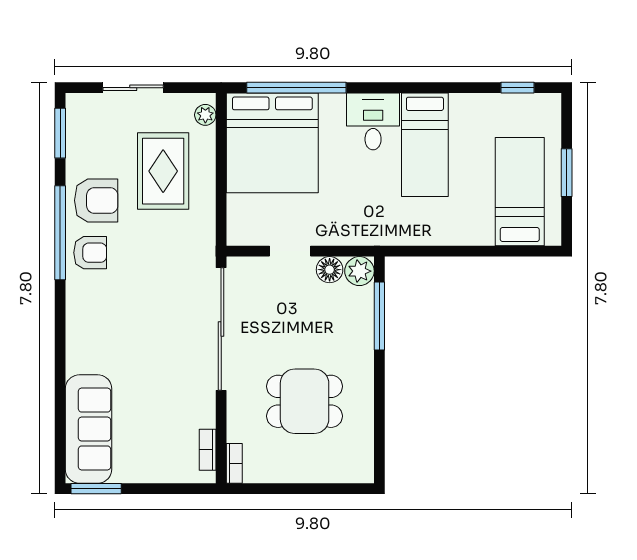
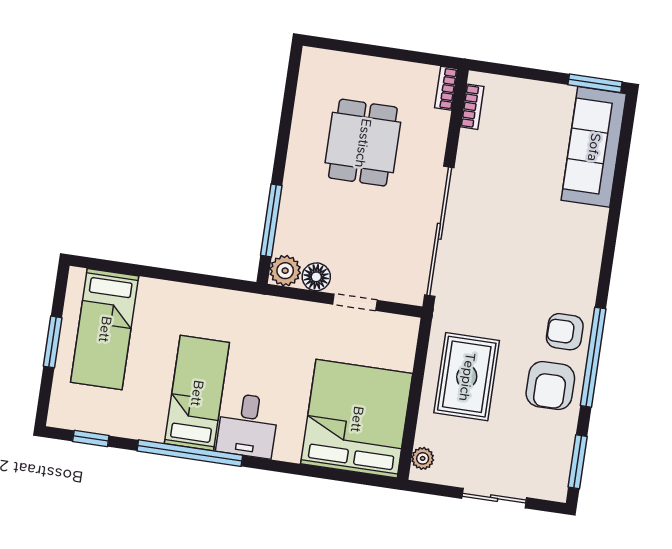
window: (296, 88) -> (190, 453), moved
rug: (163, 171) -> (467, 377), moved
armchair: (96, 200) -> (550, 385), turned -90
dining table: (305, 401) -> (363, 143), turned 90

